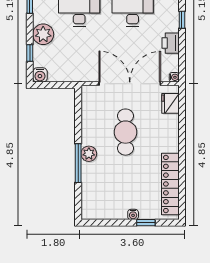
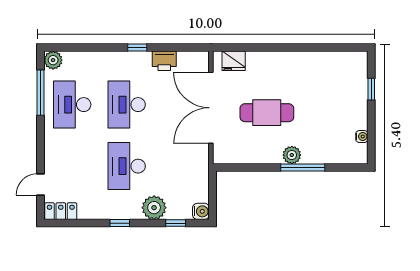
water cooler: (174, 77) -> (204, 57), removed
locker: (170, 184) -> (327, 61), removed
water cooler: (133, 214) -> (362, 137), moved

